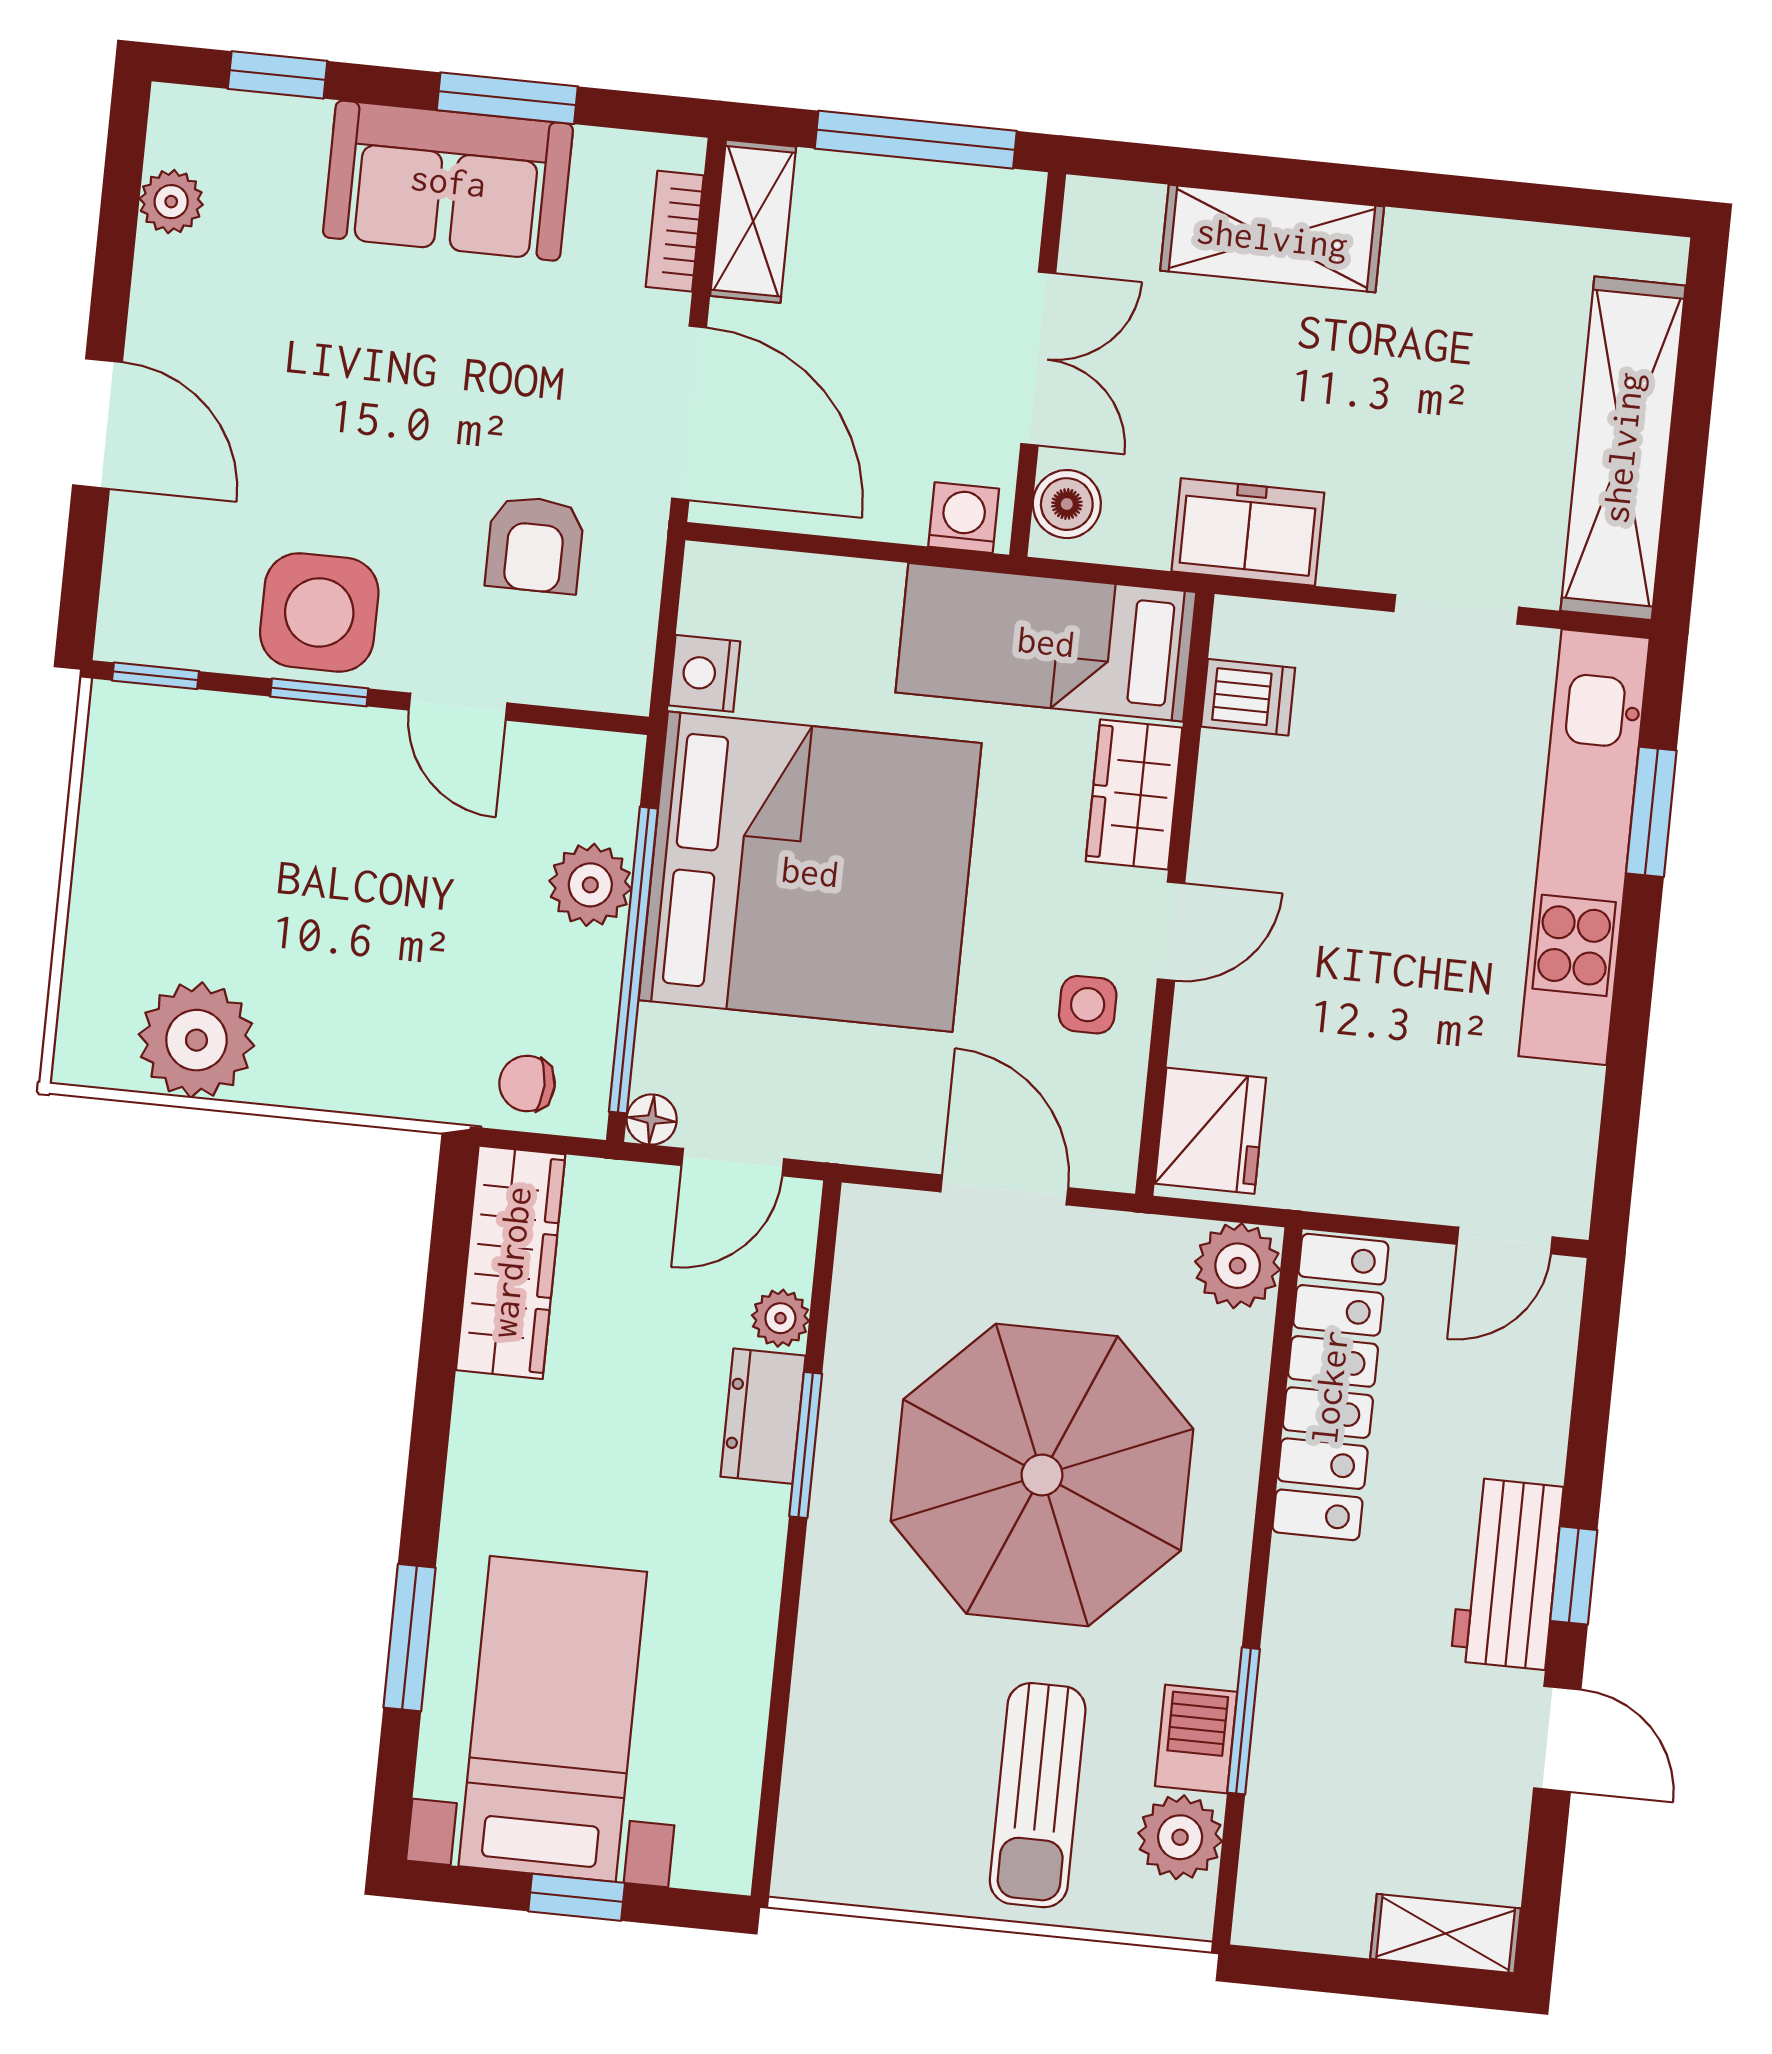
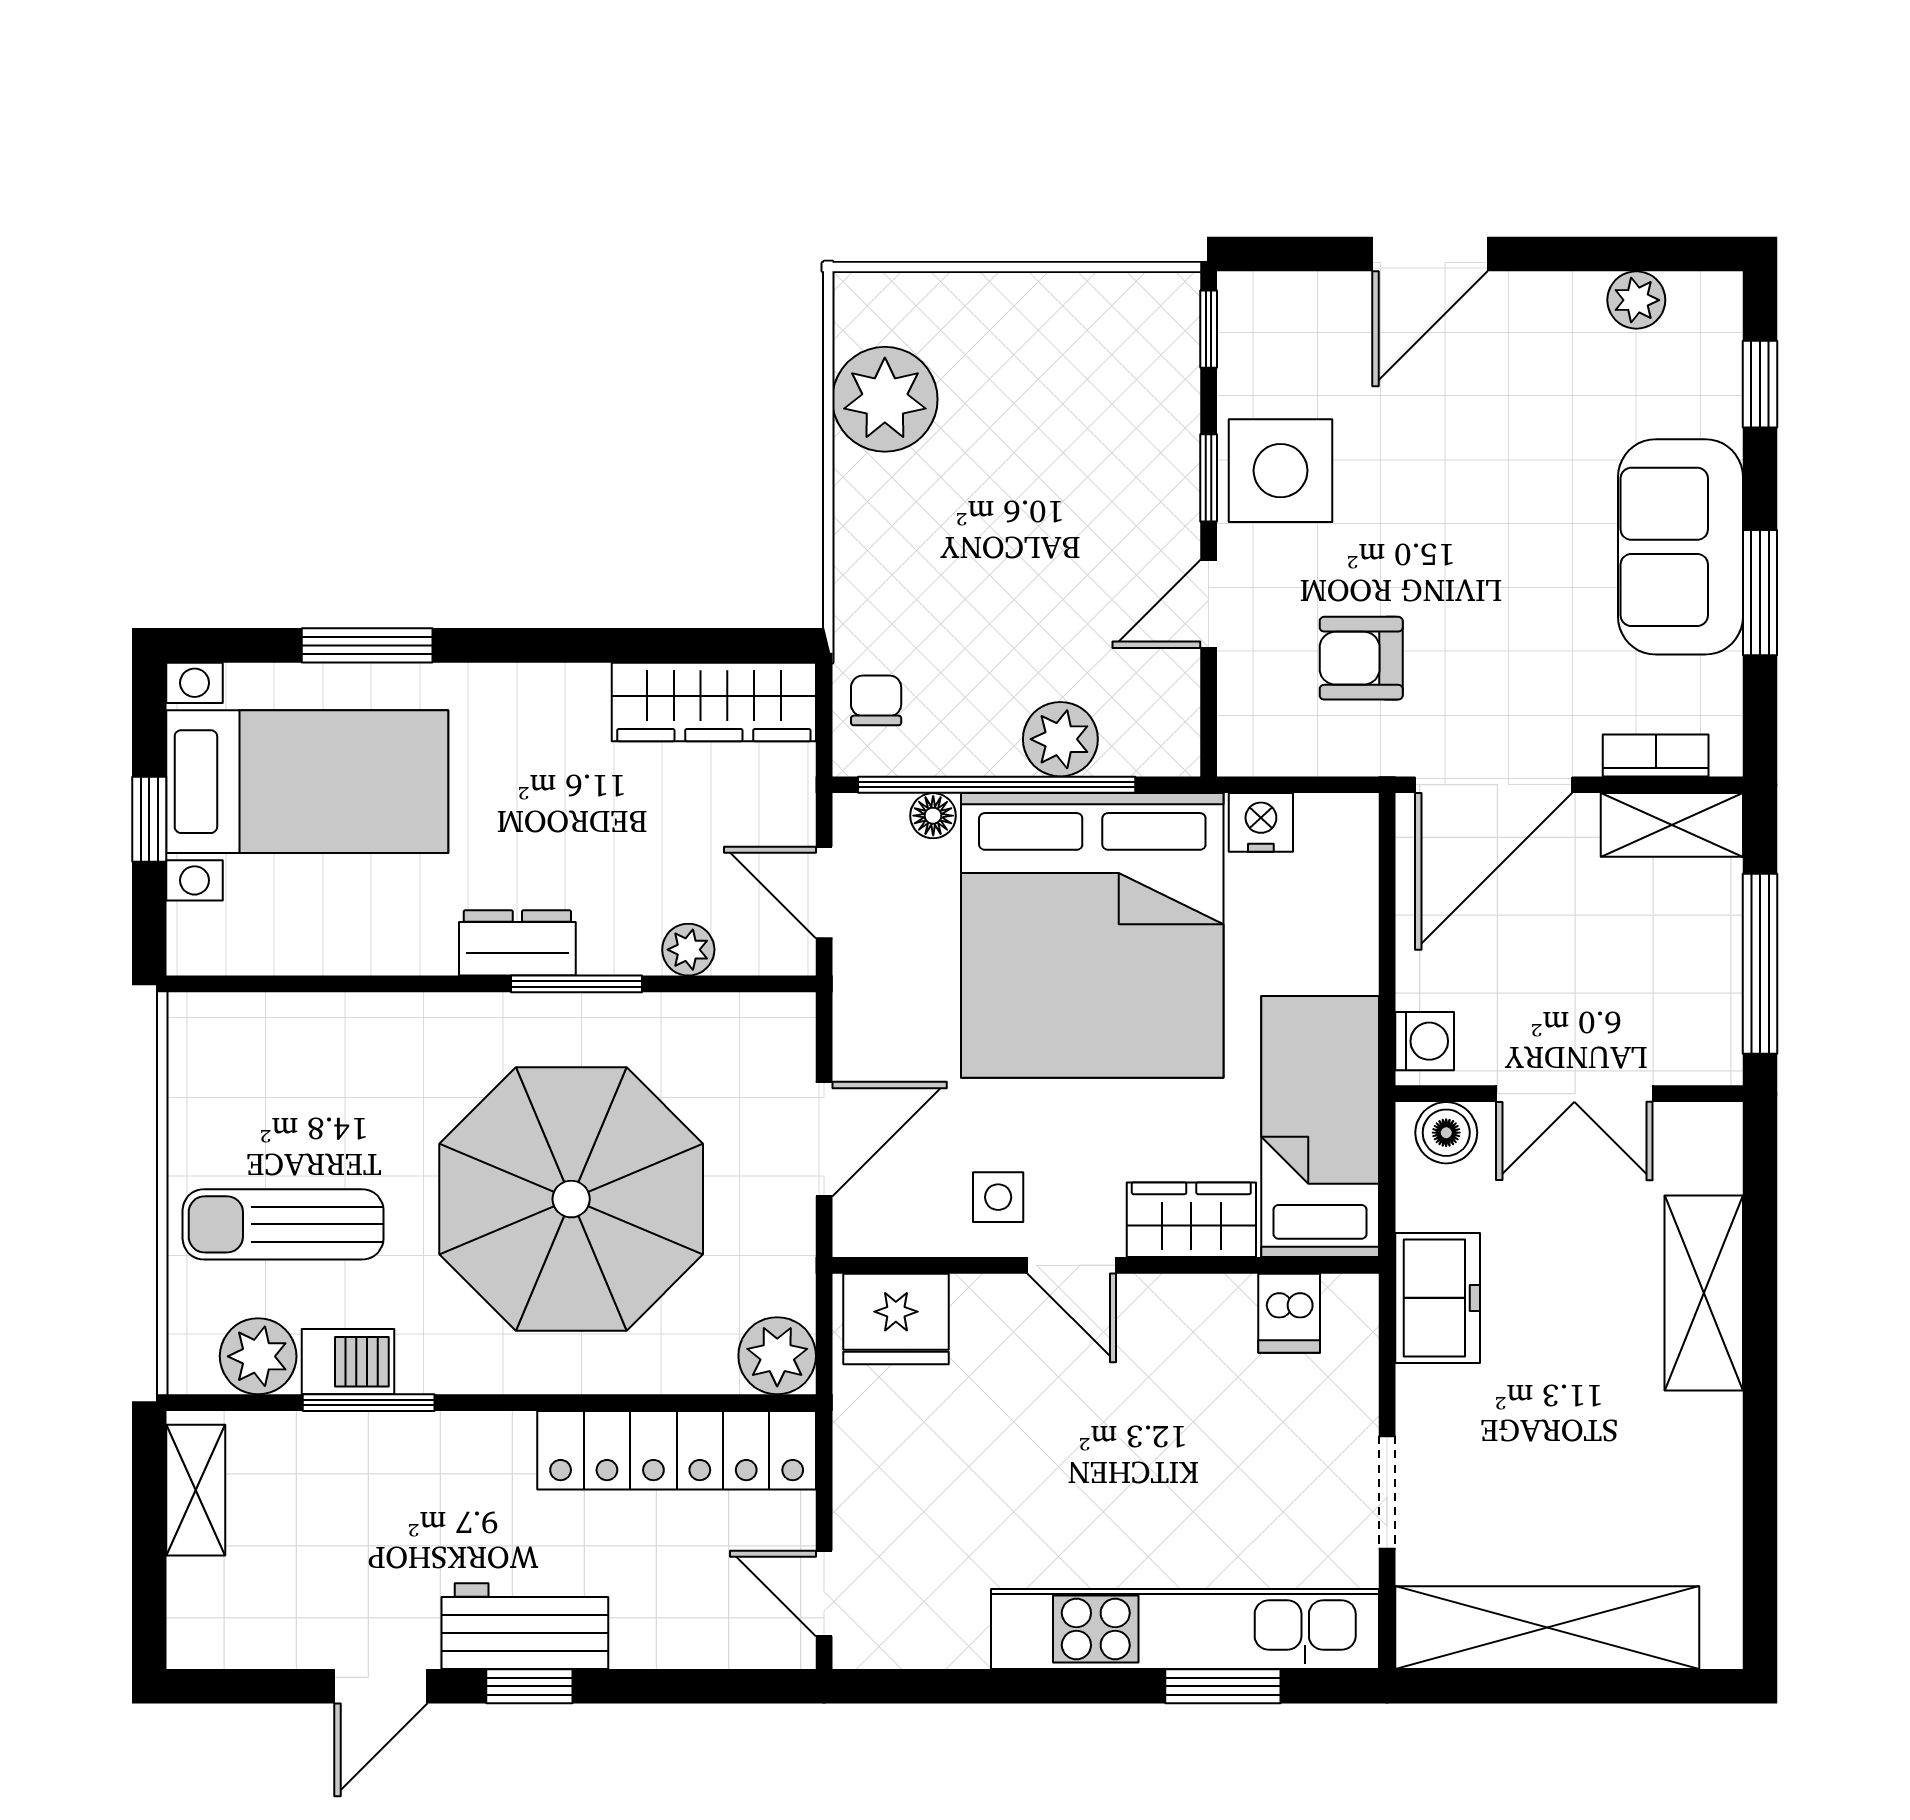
floor lamp: (652, 1120) -> (933, 816), moved
dresser: (763, 1416) -> (517, 943), moved
shelving: (1446, 1934) -> (196, 1490), moved

